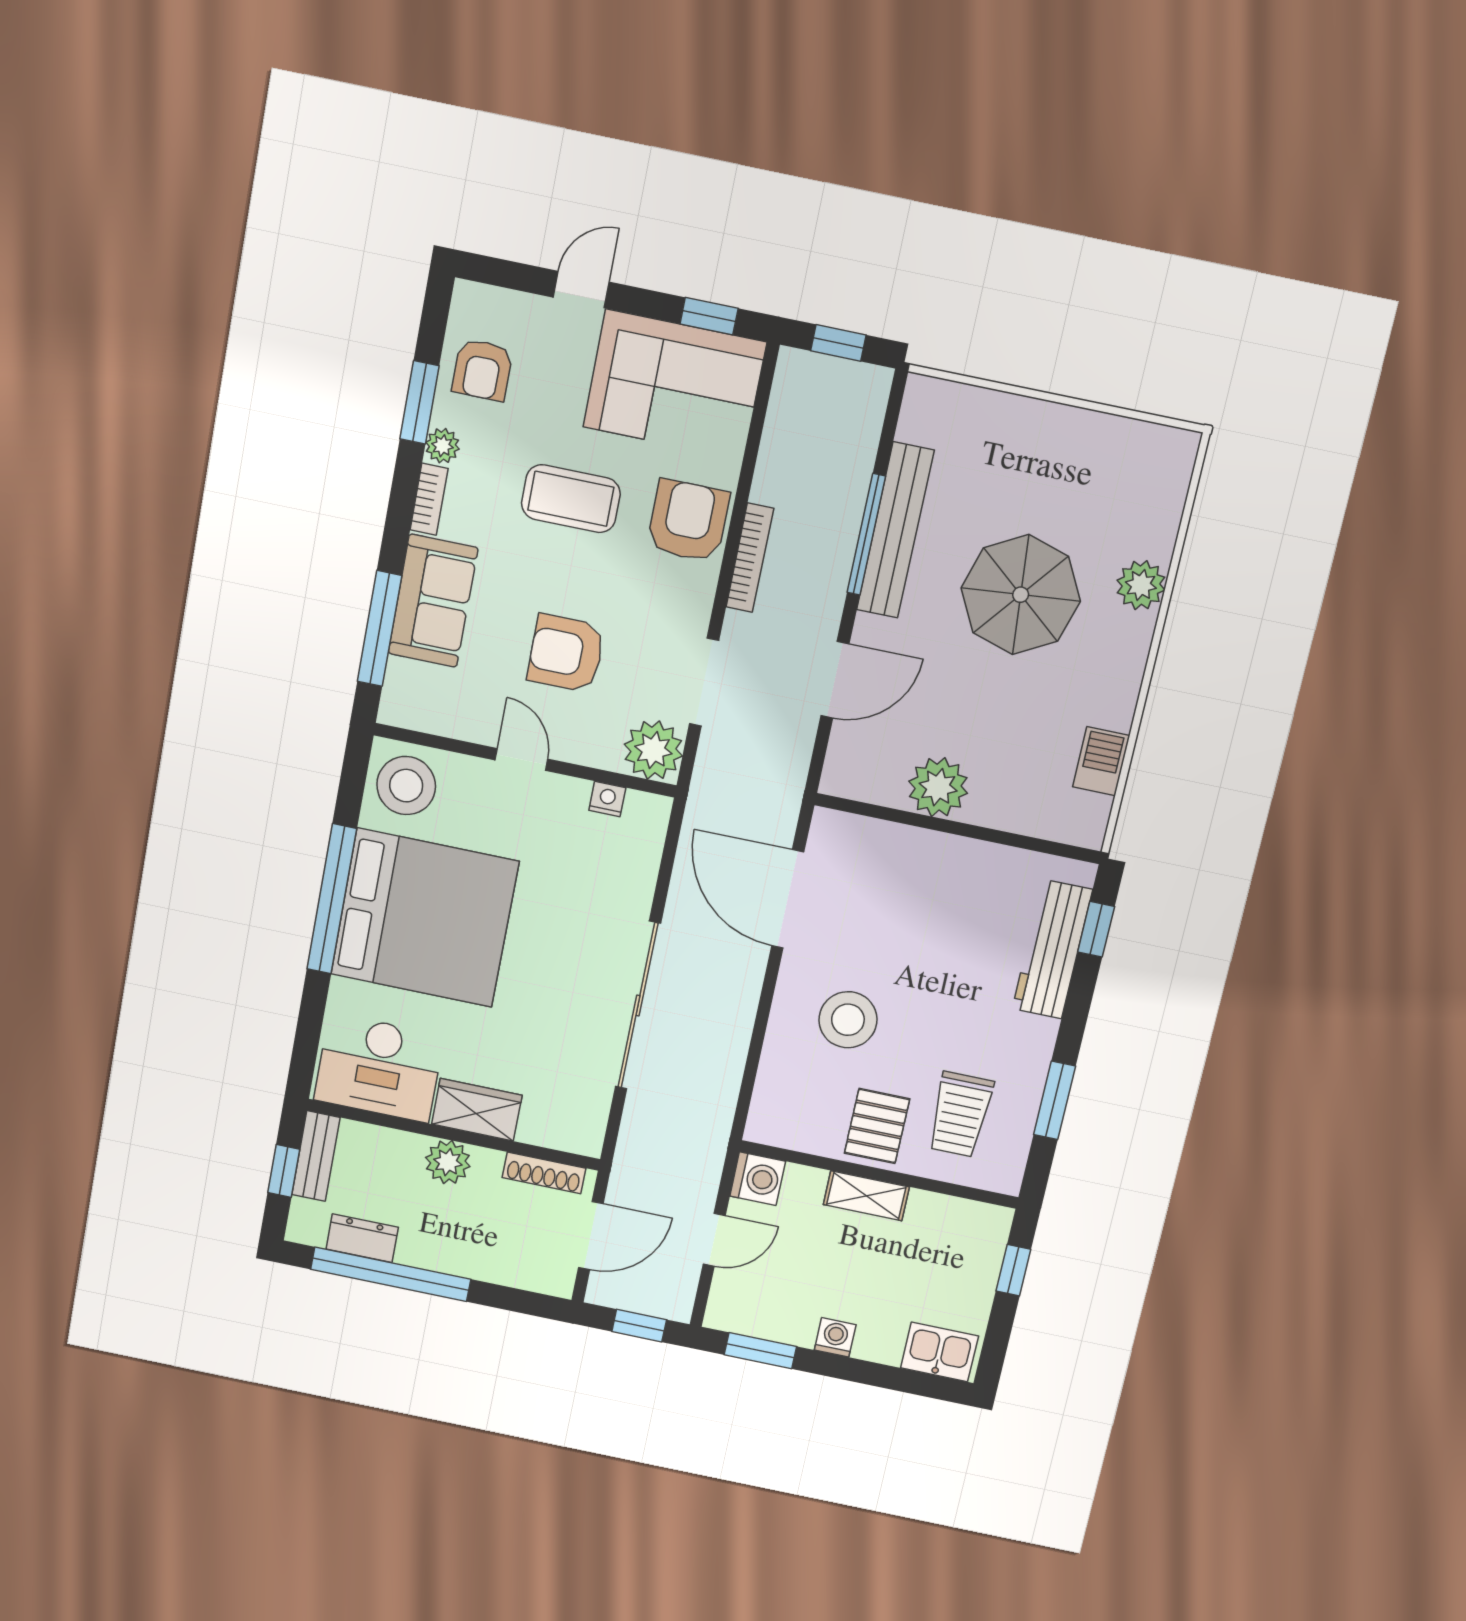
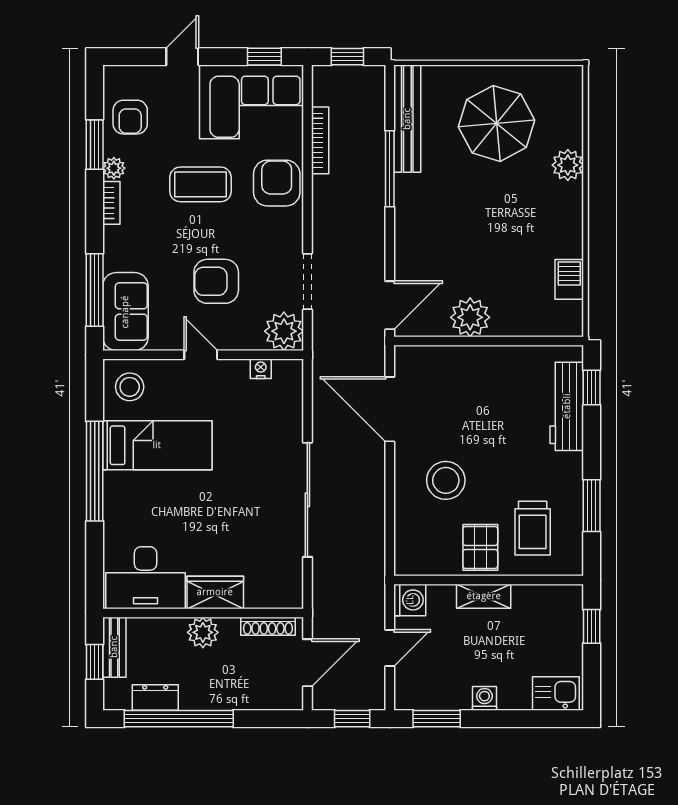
bench: (895, 530) -> (407, 119), moved
bookcase: (750, 558) -> (320, 140), moved
parasol: (1021, 595) -> (497, 124), moved
sofa: (433, 601) -> (125, 312), moved
door: (835, 680) -> (390, 305), moved
stool: (406, 786) -> (130, 387), width x0.73, depth x0.73
bed: (425, 918) -> (157, 445), width x0.49

